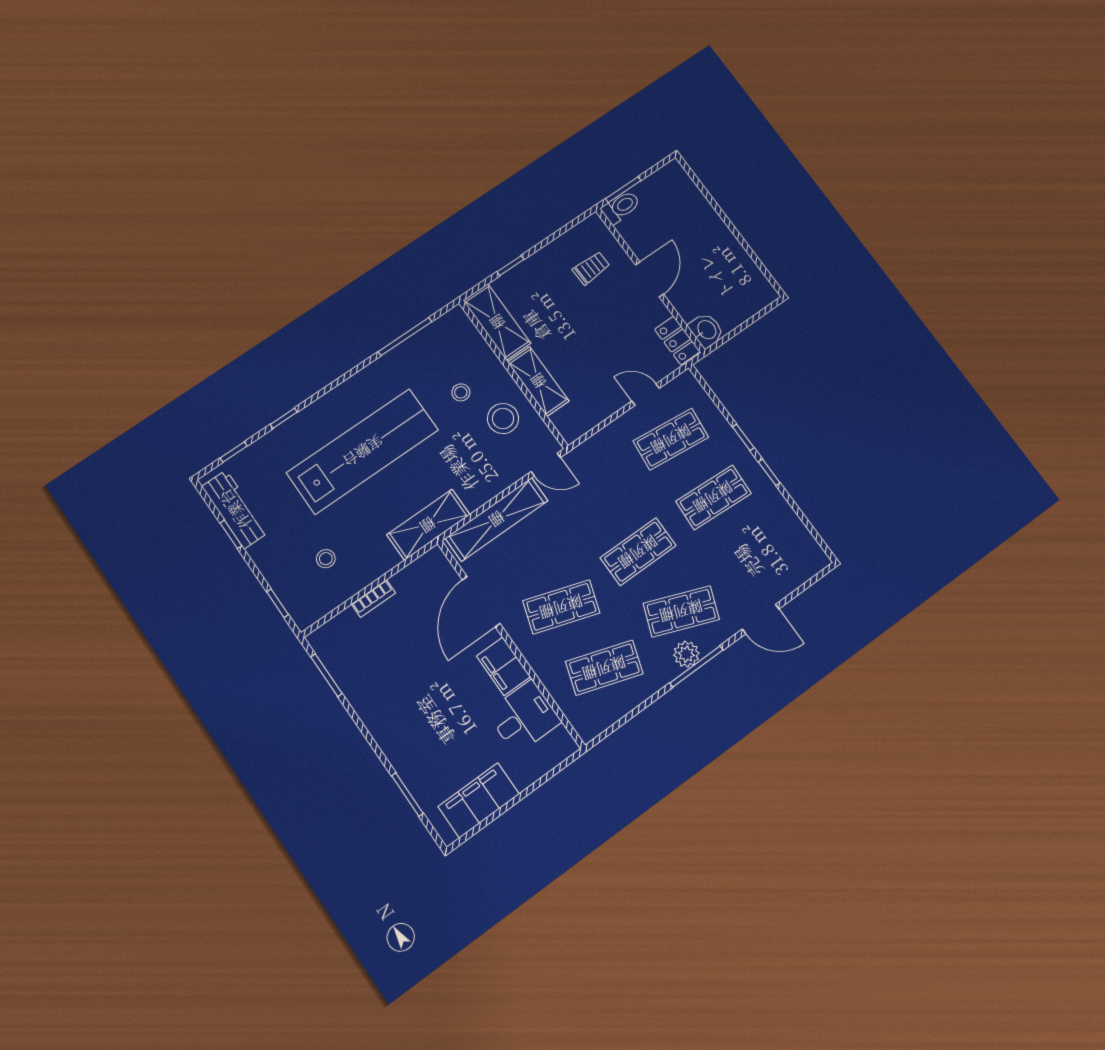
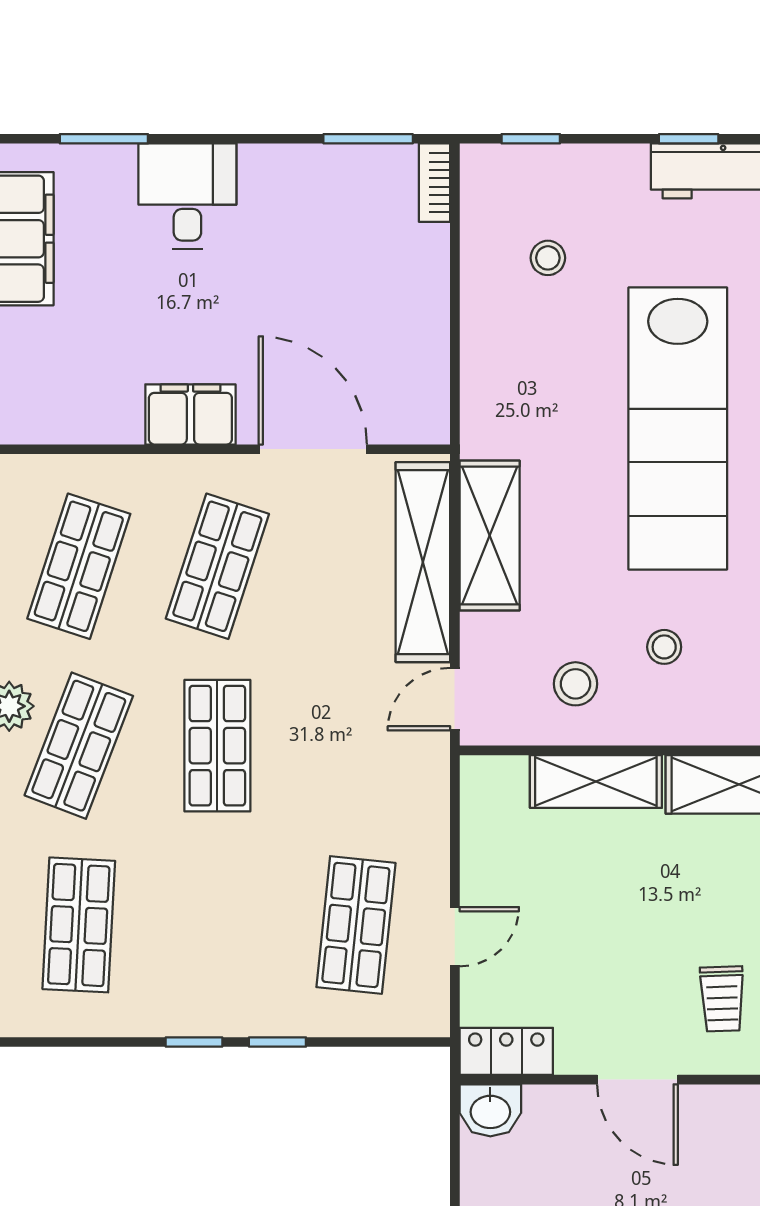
stool: (503, 419) -> (575, 684), width x0.73, depth x0.73
shop shelf: (713, 497) -> (79, 925), moved
shelving: (428, 525) -> (490, 536), moved
bookcase: (373, 599) -> (435, 183), moved
desk: (524, 717) -> (187, 196), moved, turned 180

